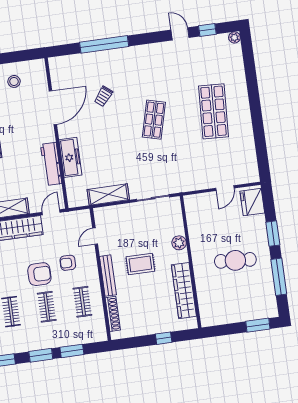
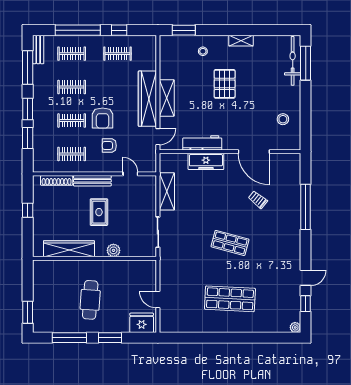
door: (51, 212) -> (158, 137), hinge flipped
armchair: (68, 263) -> (109, 146), turned -90
window: (164, 338) -> (28, 210), moved

